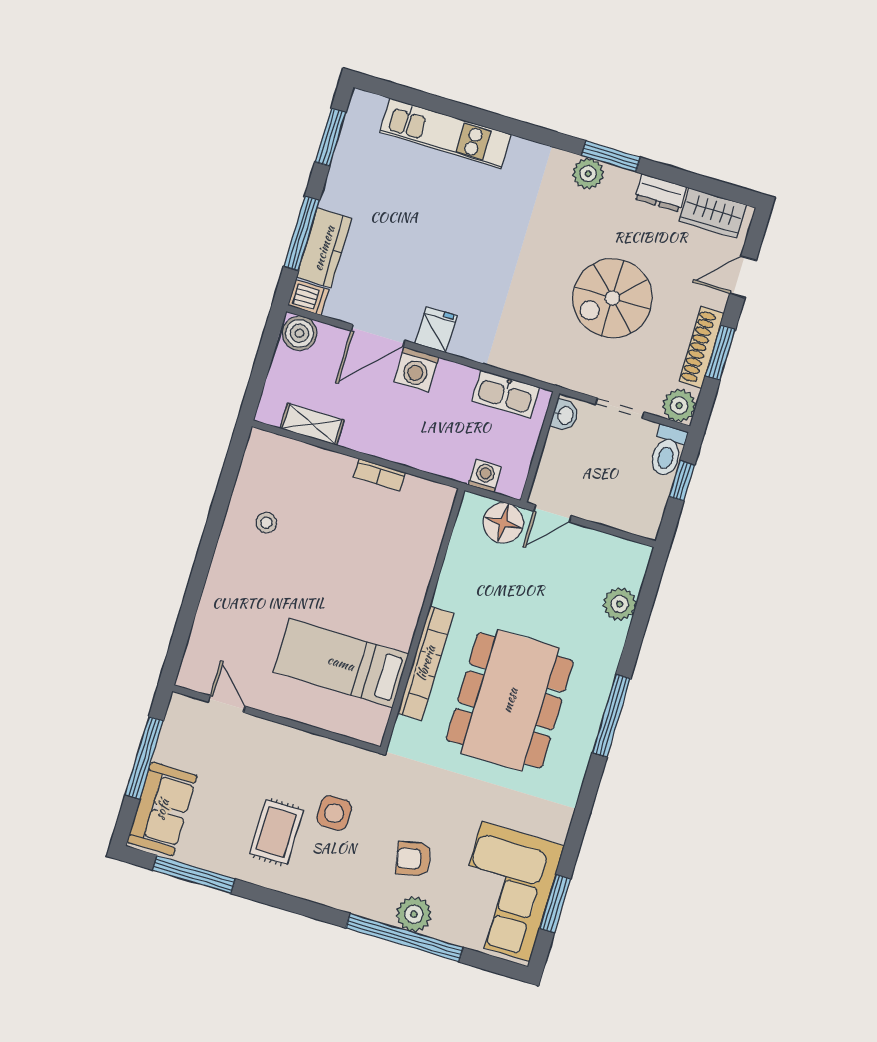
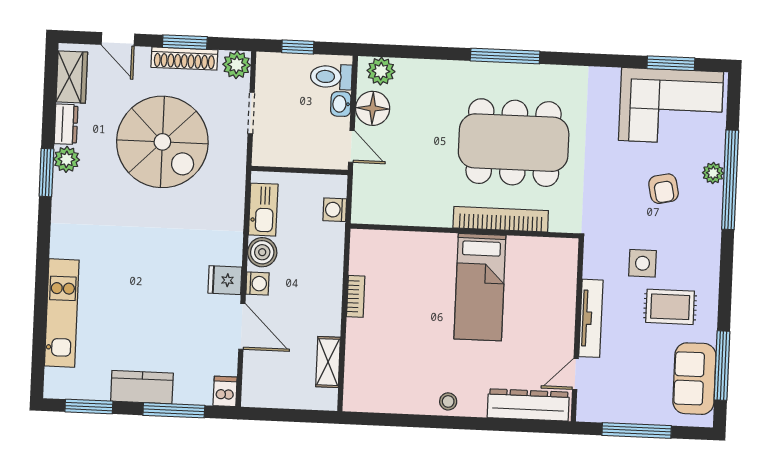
plant: (588, 174) -> (67, 159), moved
kitchen counter: (324, 248) -> (142, 387), moved
spiral stairs: (612, 298) -> (162, 142), width x1.37, depth x1.37
boiler: (299, 333) -> (262, 252), moved
washing machine: (416, 369) -> (257, 284), width x0.73, depth x0.73
washbasin: (565, 415) -> (341, 104), moved, turned -90
toilet: (667, 451) -> (331, 77), moved, turned 180
stool: (266, 523) -> (448, 401), moved
floor lamp: (503, 523) -> (373, 108), moved
plant: (620, 604) -> (381, 71), moved
dresser: (205, 641) -> (528, 405), added
bed: (341, 663) -> (480, 287), moved
tv unit: (286, 738) -> (591, 318), added
sofa: (162, 809) -> (694, 379), moved, turned -90
plant: (414, 914) -> (713, 173), width x0.73, depth x0.73

